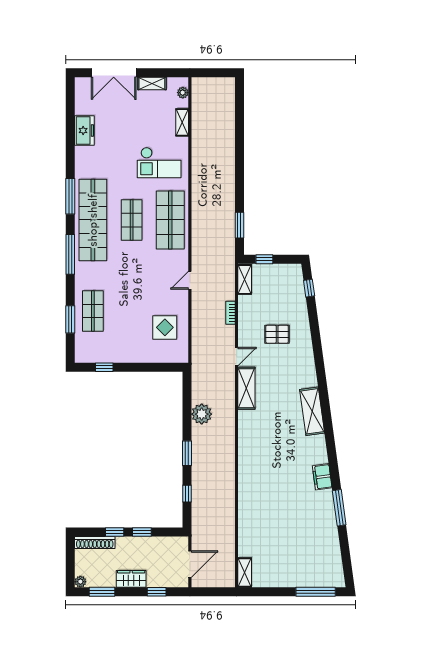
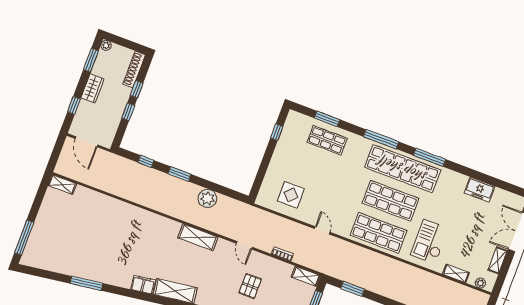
shop shelf: (132, 220) -> (391, 201), width x1.43, depth x1.36
shelving: (246, 388) -> (198, 237), moved
filing cabinet: (322, 477) -> (143, 285), moved

